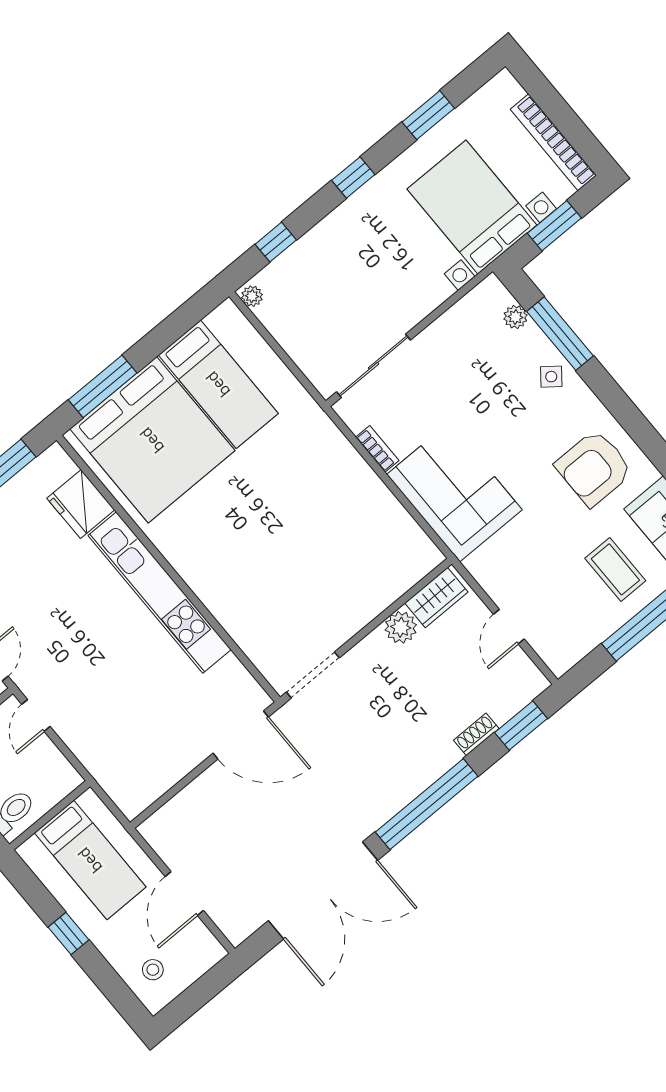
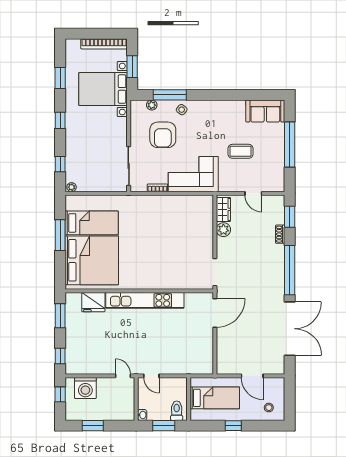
window: (103, 386) -> (60, 235), moved
armchair: (594, 468) -> (163, 135), moved
coffee table: (615, 569) -> (241, 151), moved

